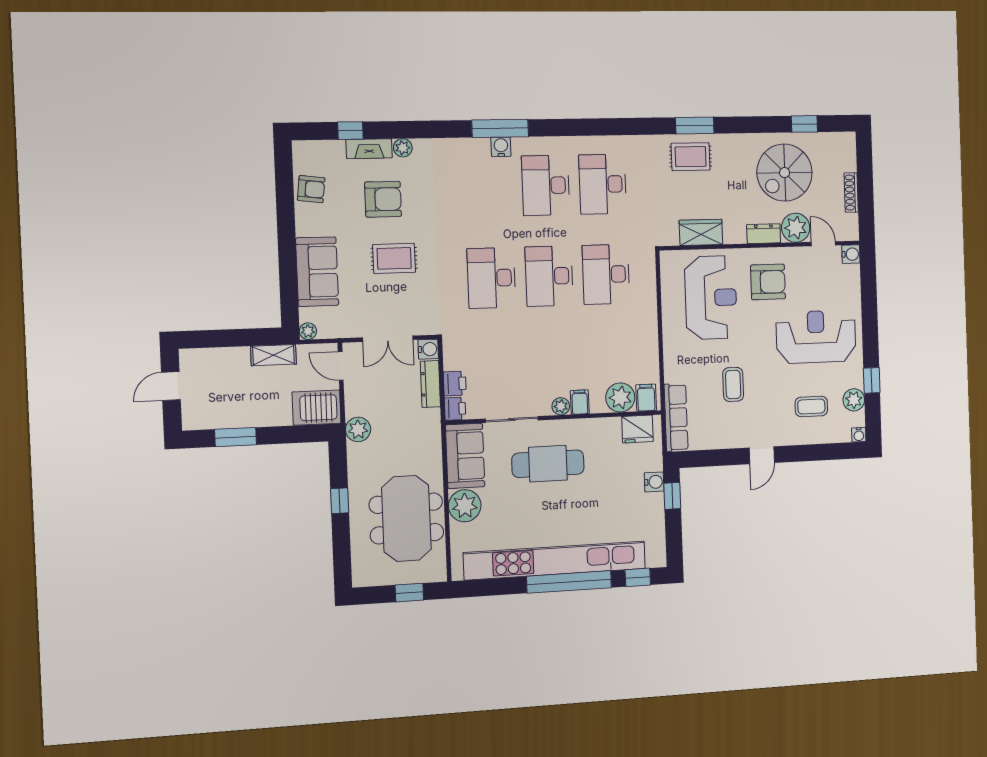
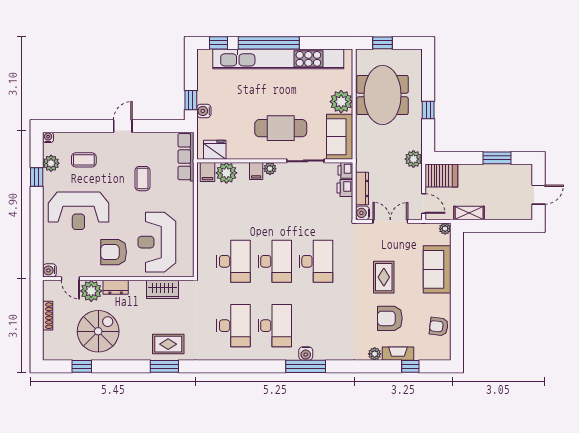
rug: (394, 258) -> (384, 277), turned 90

